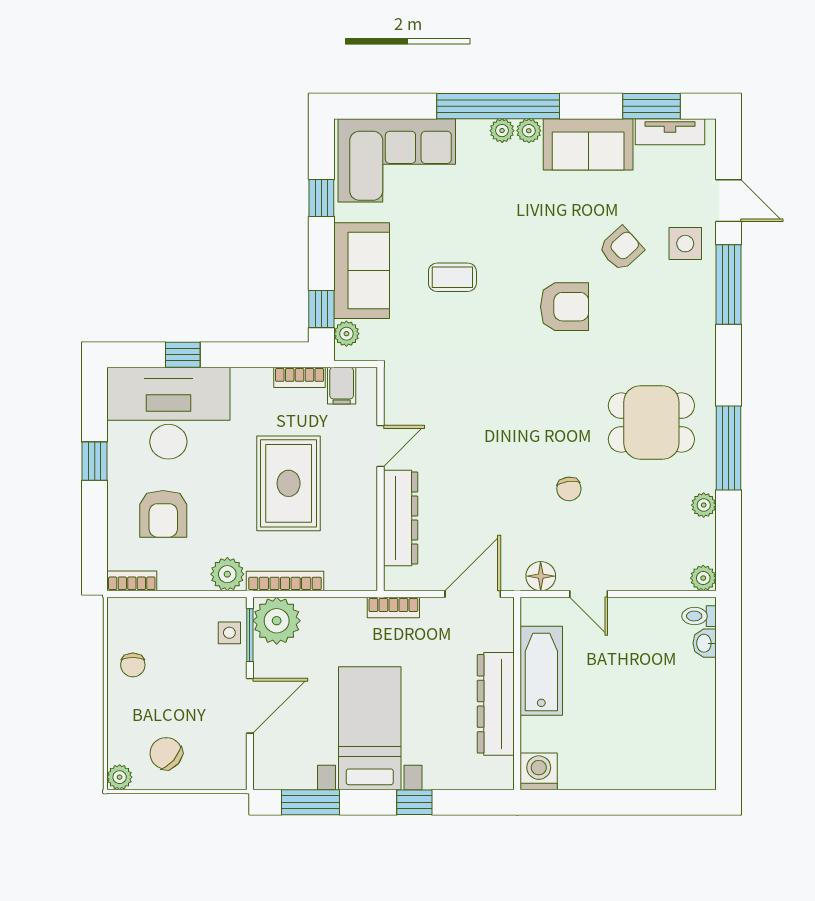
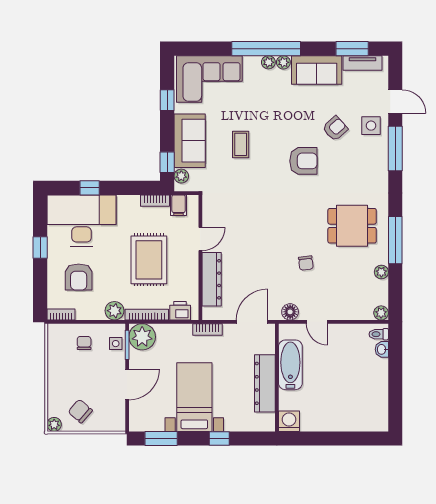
coffee table: (452, 277) -> (241, 144), turned 90
printer: (344, 574) -> (180, 311), added
chair: (133, 665) -> (84, 343), moved, turned 180

